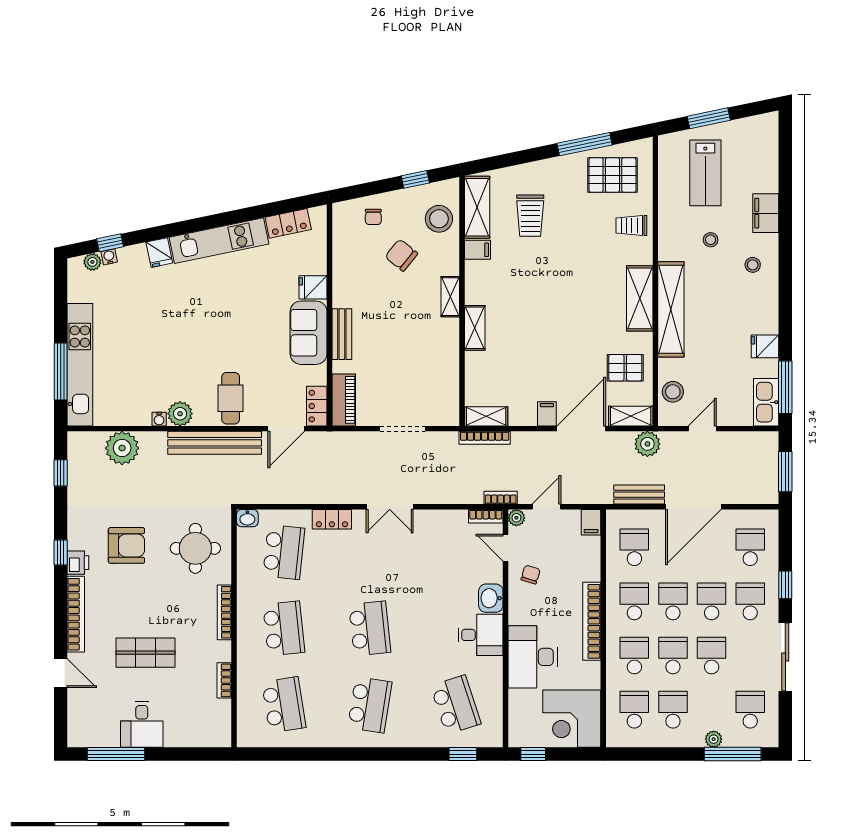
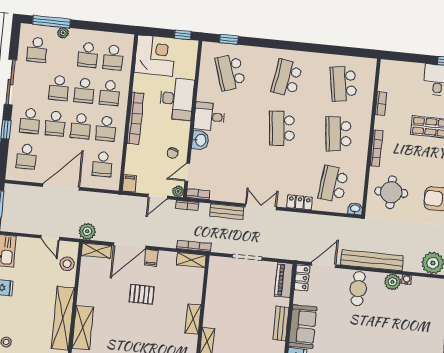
pallet: (625, 368) -> (142, 294), moved
door: (702, 429) -> (50, 238), hinge flipped
bench: (639, 495) -> (227, 212), moved
door: (505, 548) -> (187, 172), swing flipped

